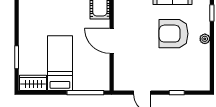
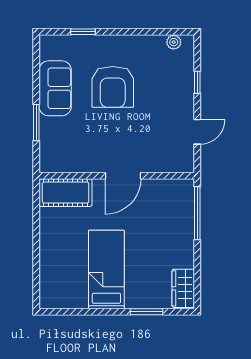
plant: (205, 39) -> (174, 42), moved
bed: (60, 63) -> (106, 269), moved, turned 90

